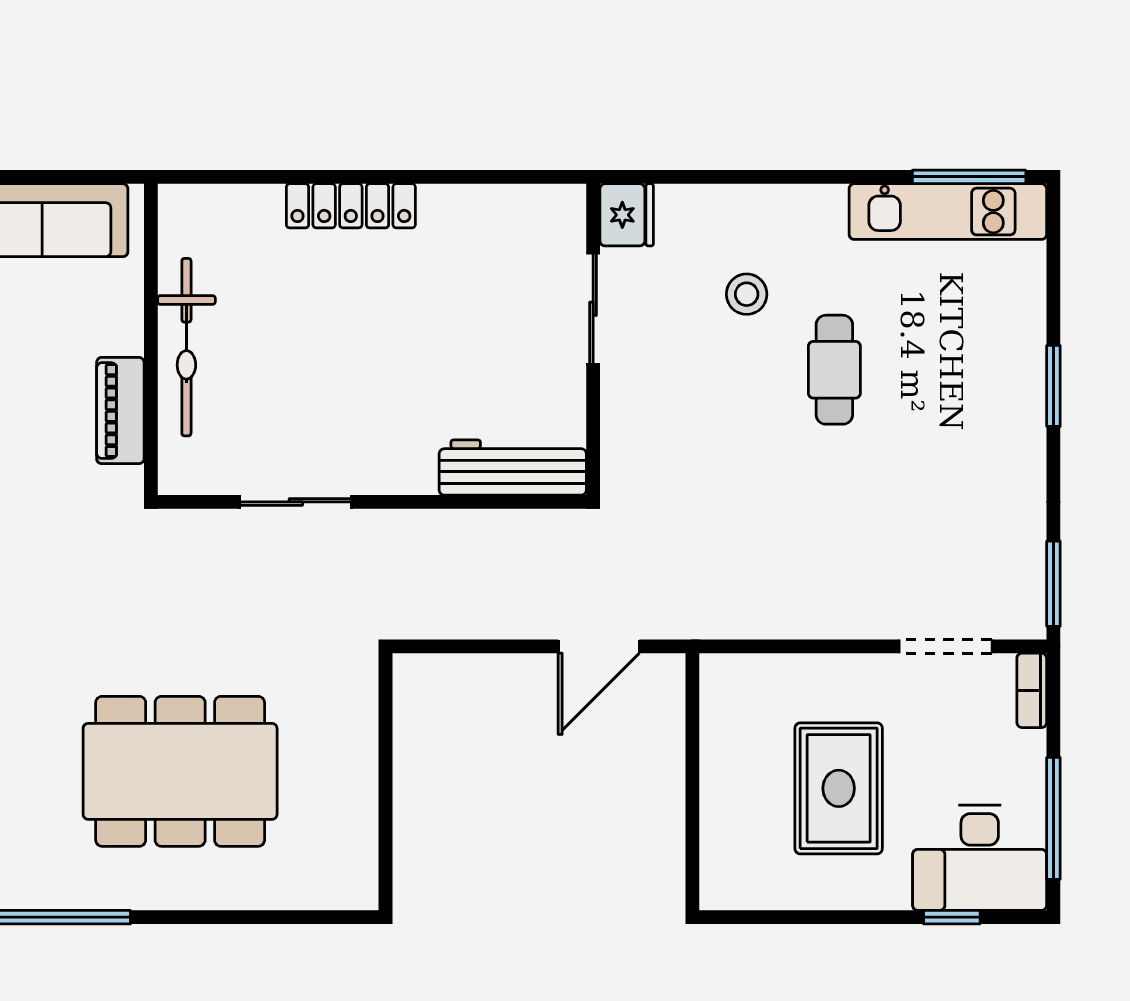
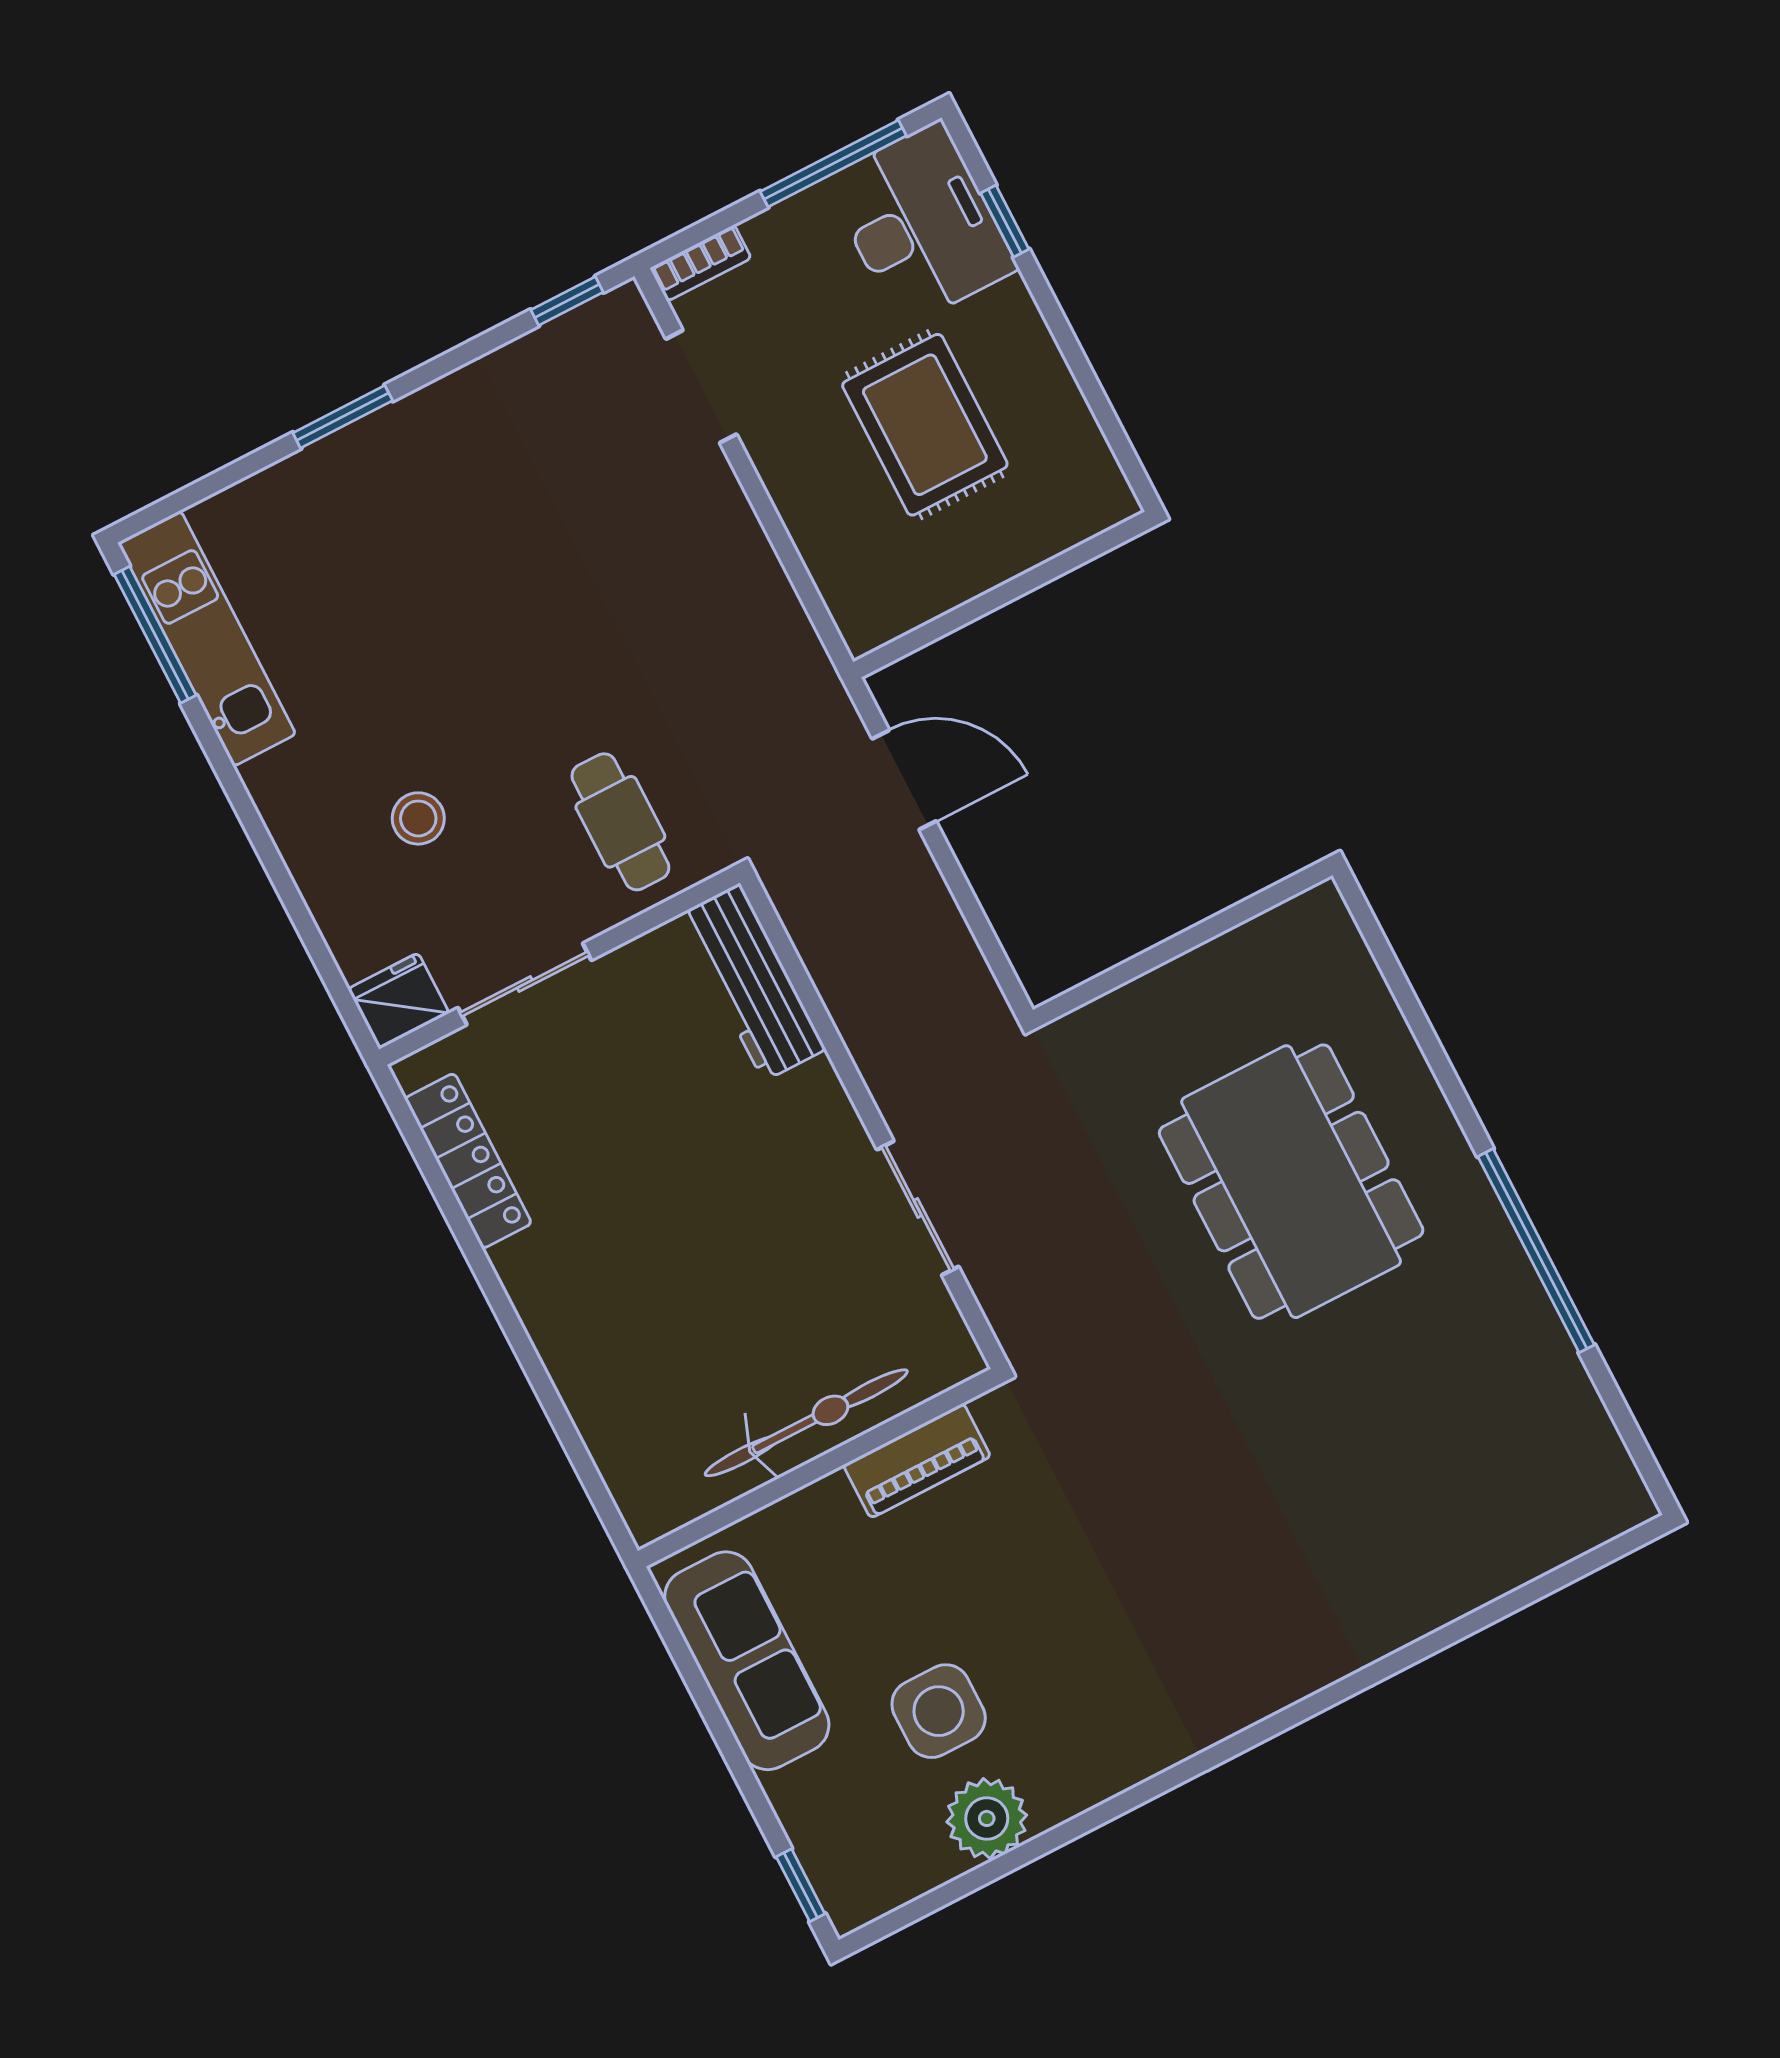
locker: (351, 206) -> (468, 1161), moved
cafe table: (834, 370) -> (620, 822), moved, turned 90
window: (1053, 584) -> (567, 301), width x0.67
rug: (839, 788) -> (925, 425), turned 90

